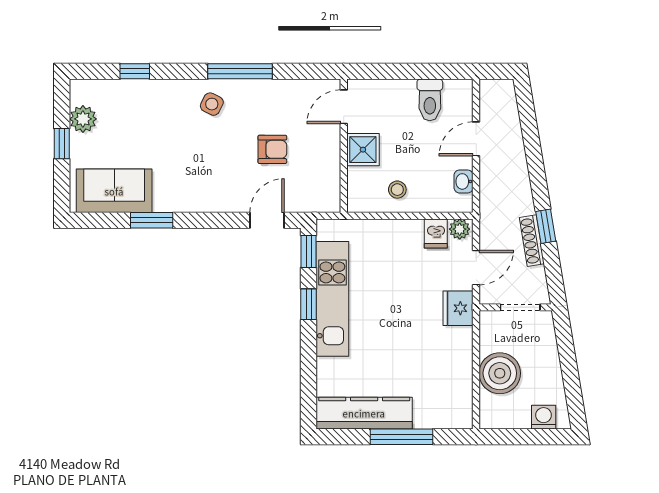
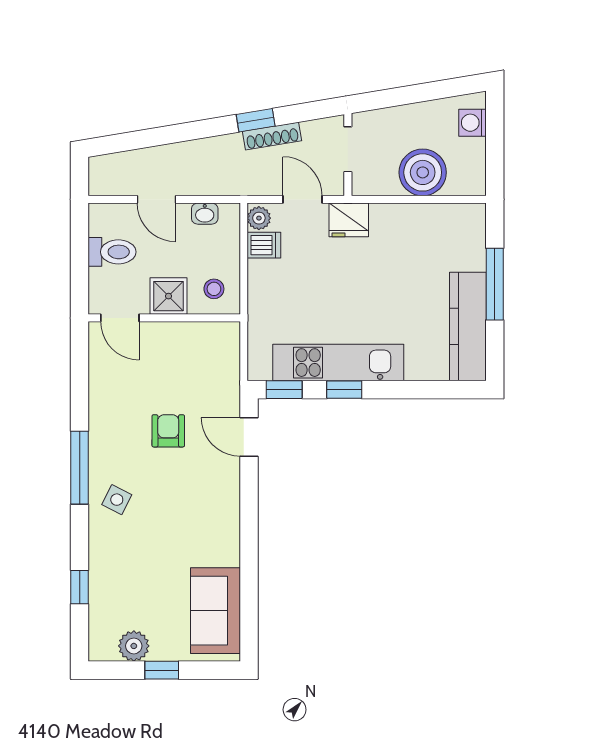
door: (344, 107) -> (120, 318), moved
wall: (344, 146) -> (164, 318), moved
shower: (363, 150) -> (169, 296), moved
window: (152, 220) -> (249, 568), removed

